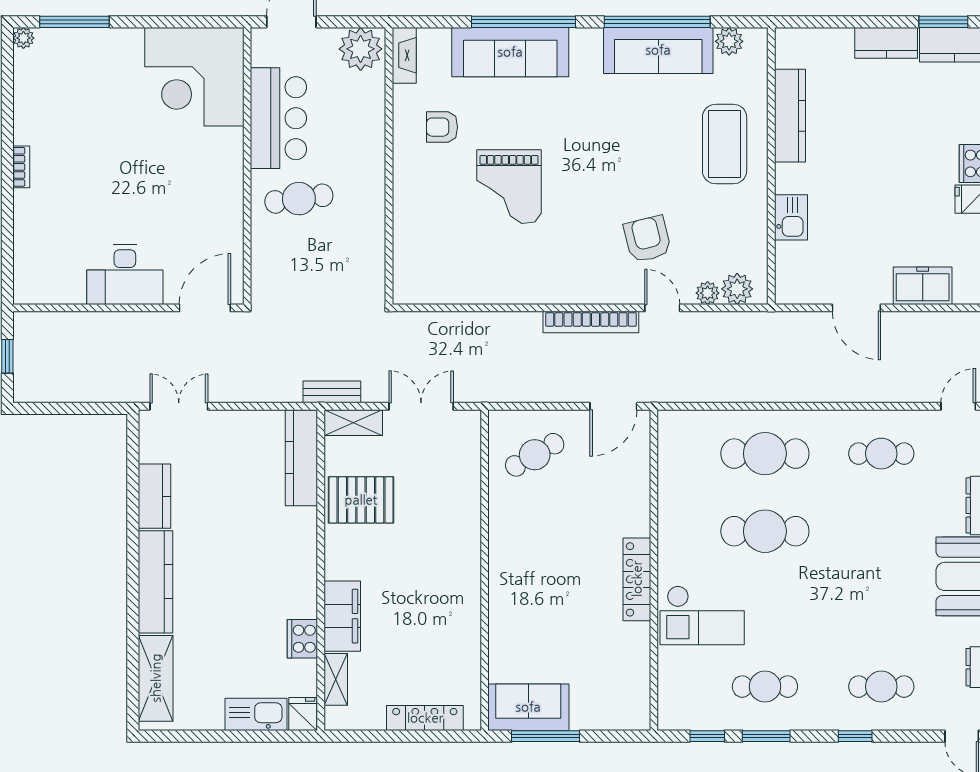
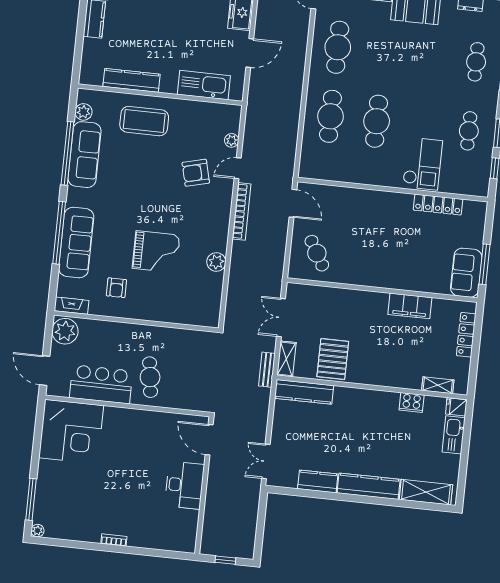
kitchen sink: (791, 217) -> (204, 85), width x1.88, depth x1.24
plant: (737, 289) -> (216, 262), moved
cafe table: (881, 454) -> (338, 47), width x1.37, depth x1.35
locker: (637, 579) -> (438, 205), moved
filing cabinet: (342, 616) -> (410, 306), moved, turned 180

